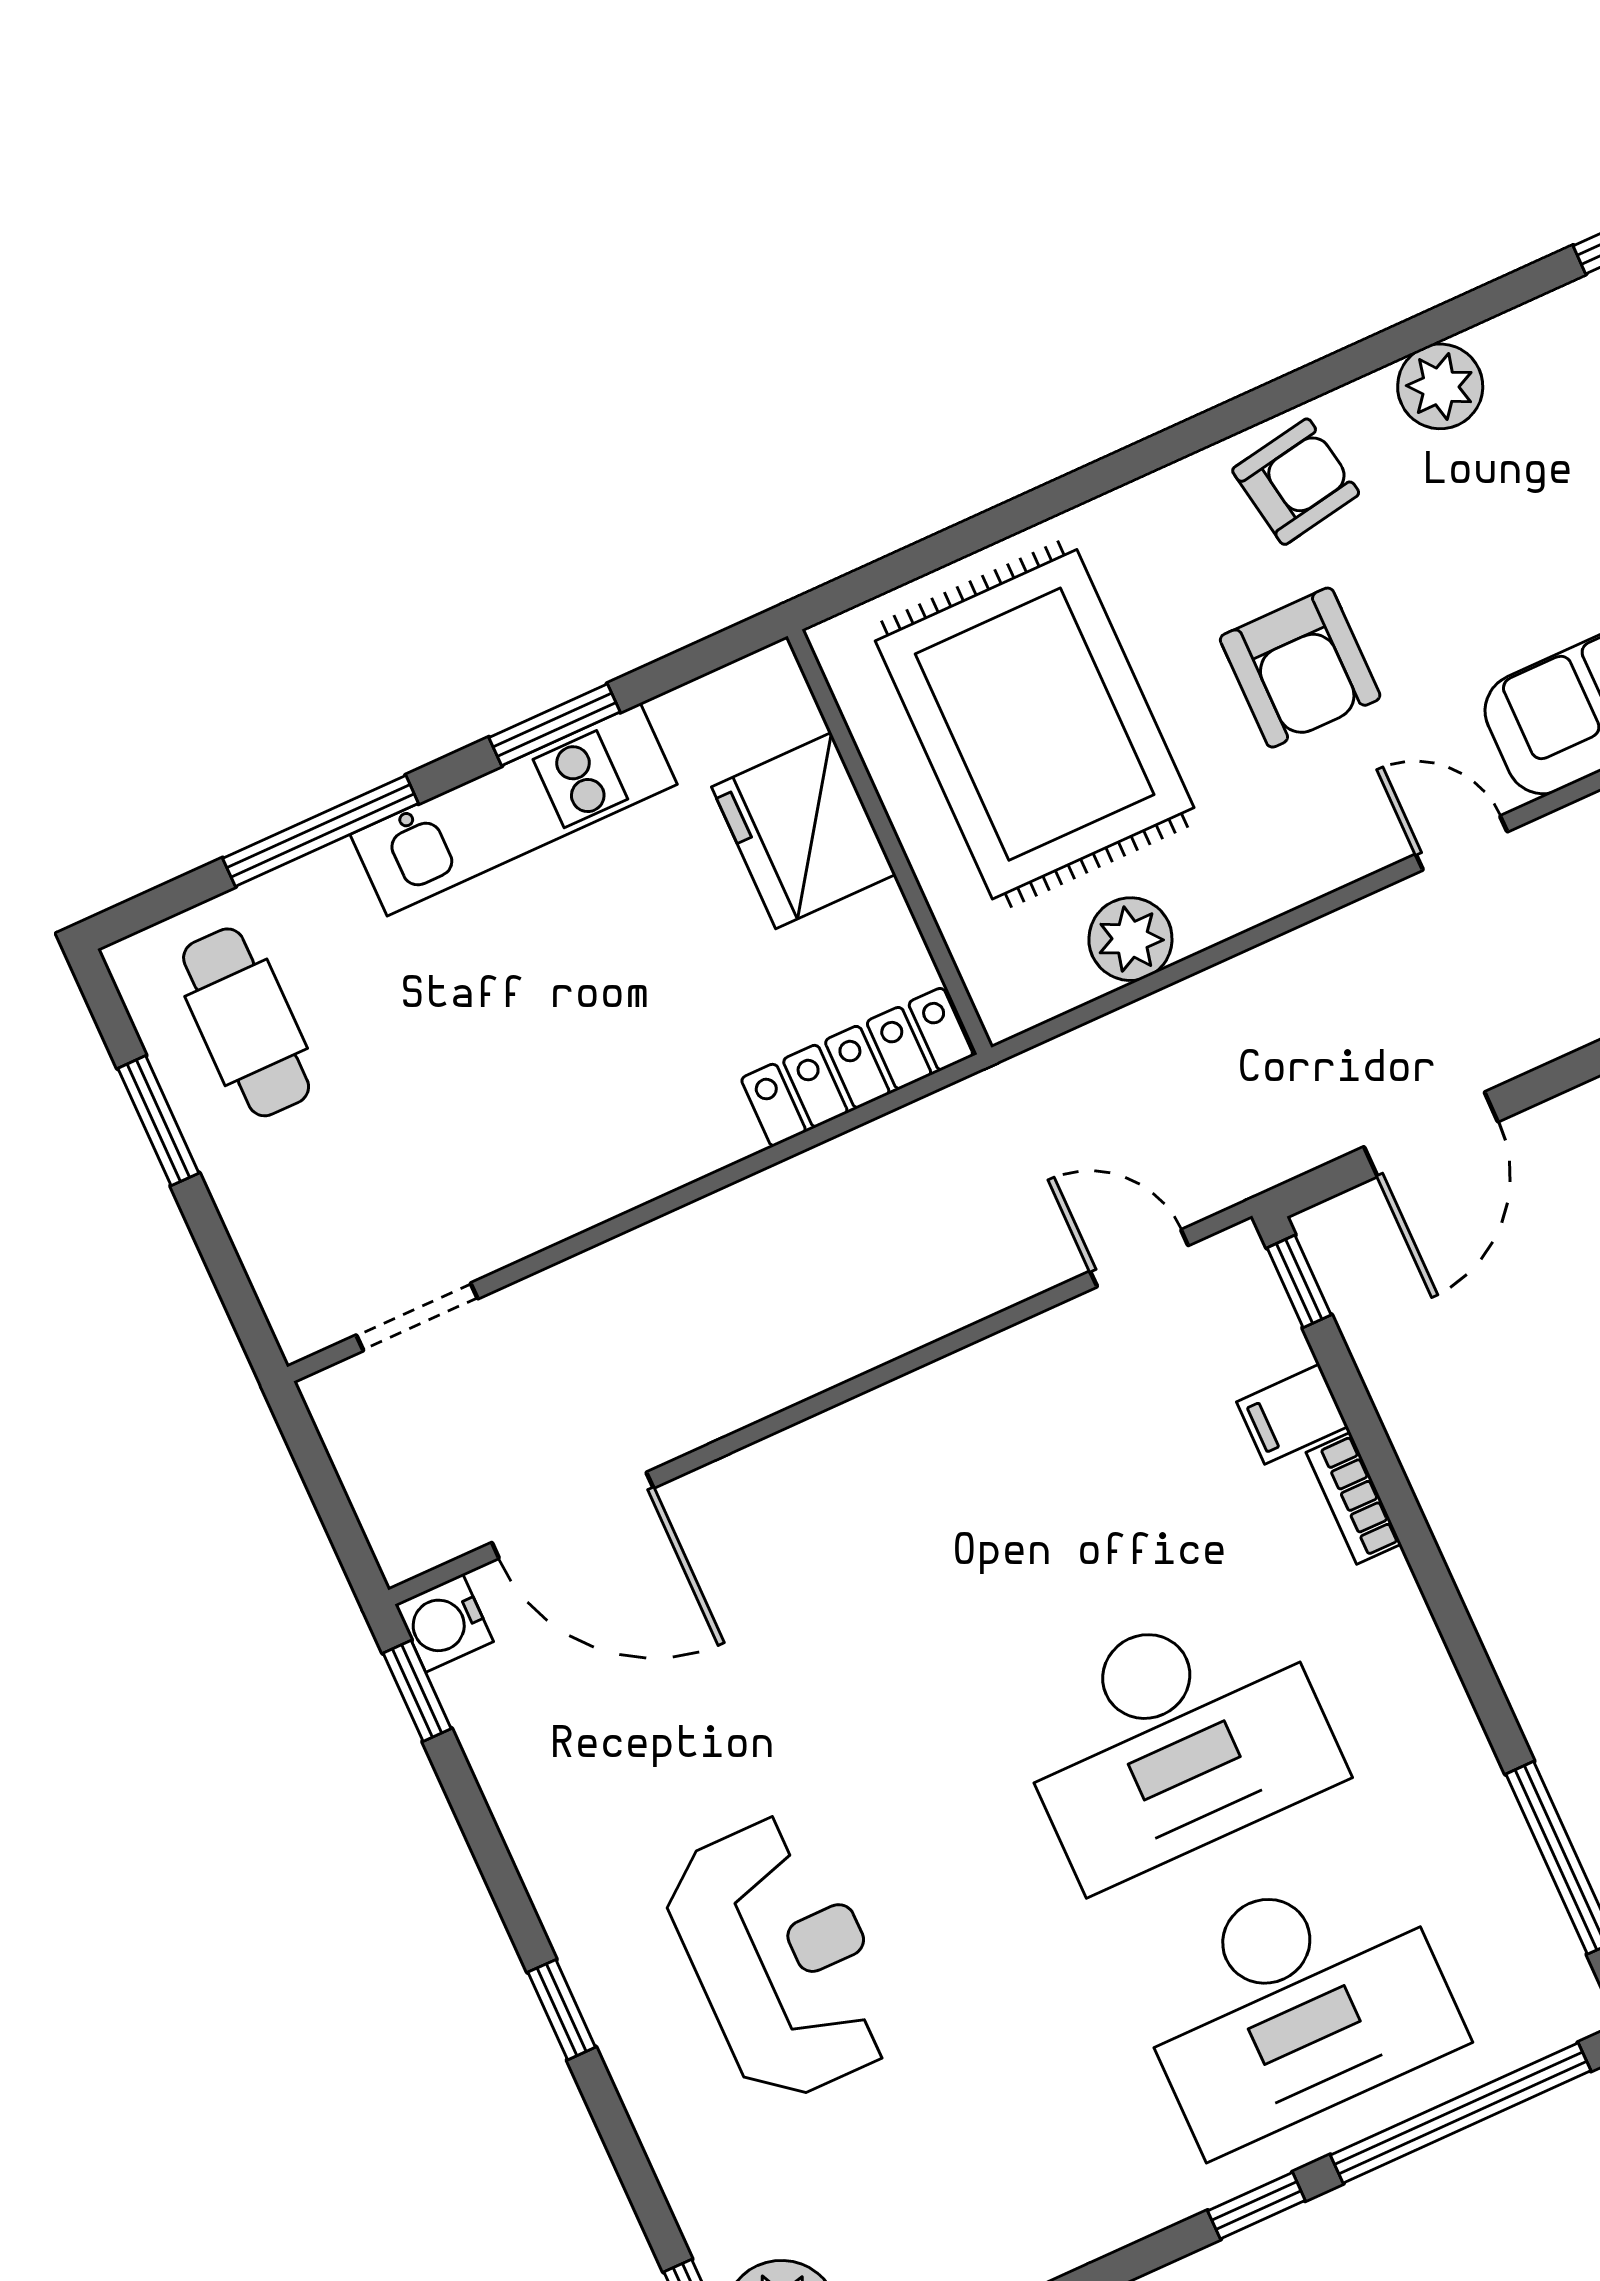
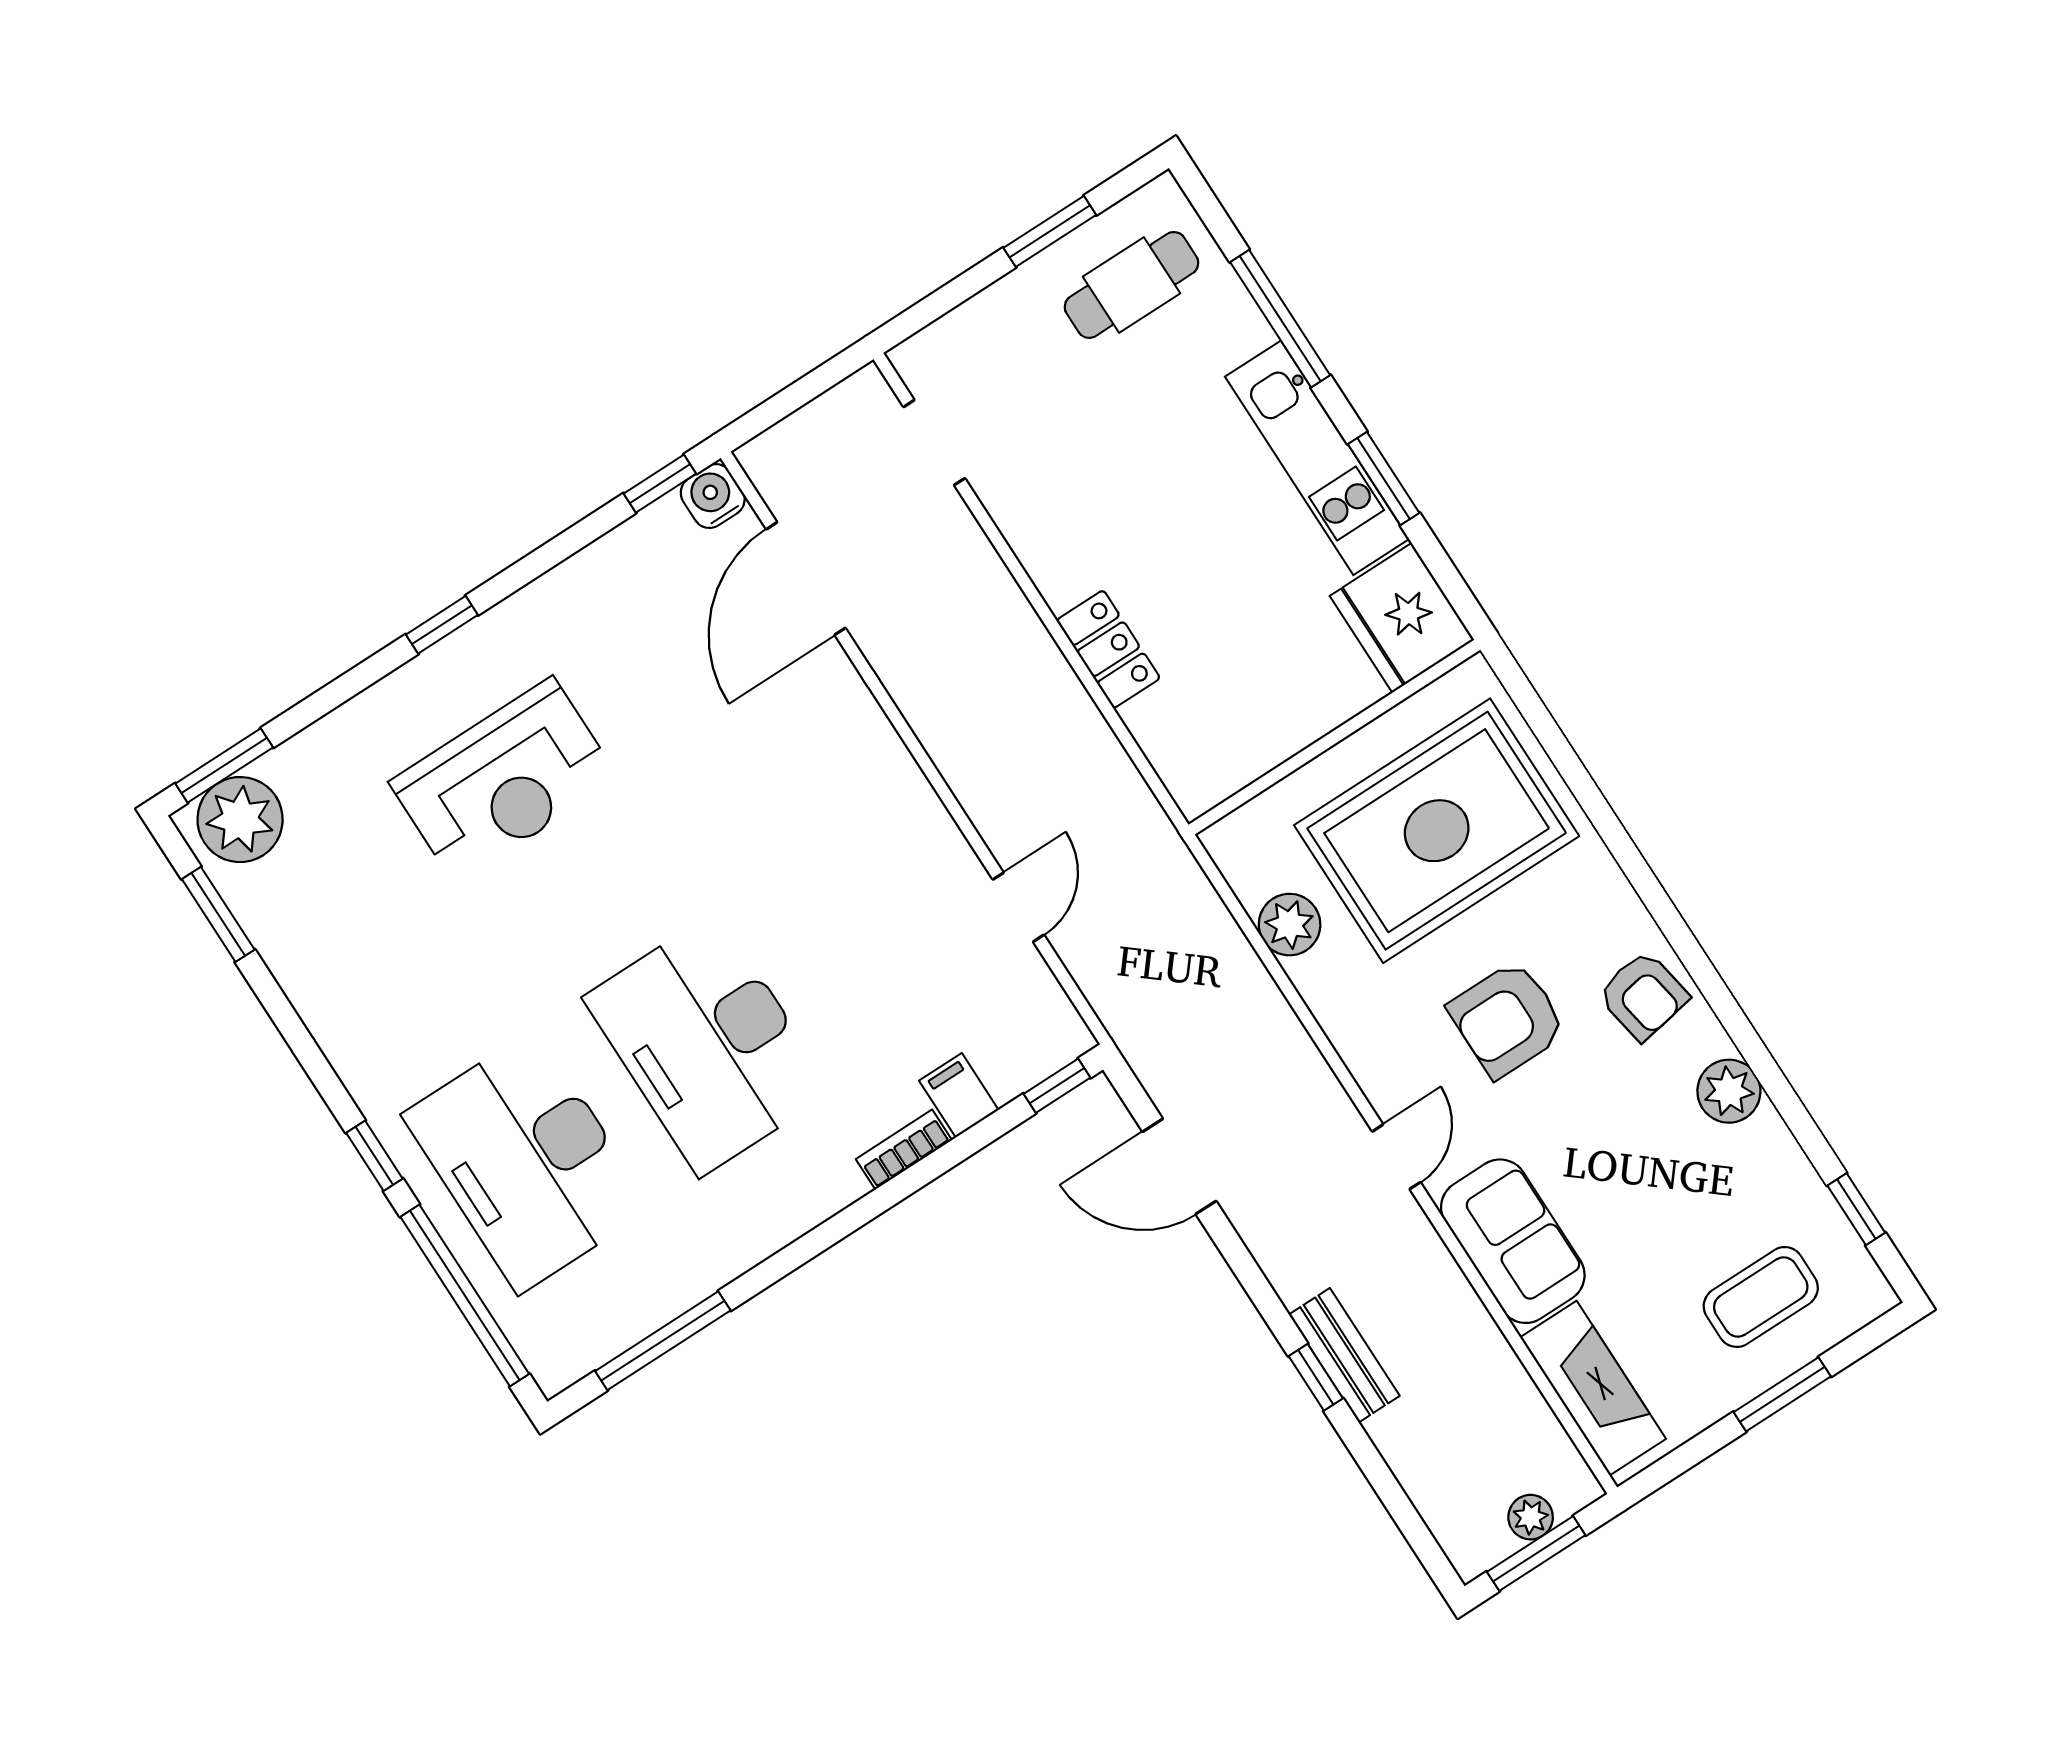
fridge: (804, 831) -> (1402, 618), moved, turned -90
locker: (857, 1067) -> (1108, 649), moved, width x0.66
door: (1139, 1258) -> (1018, 907), moved

